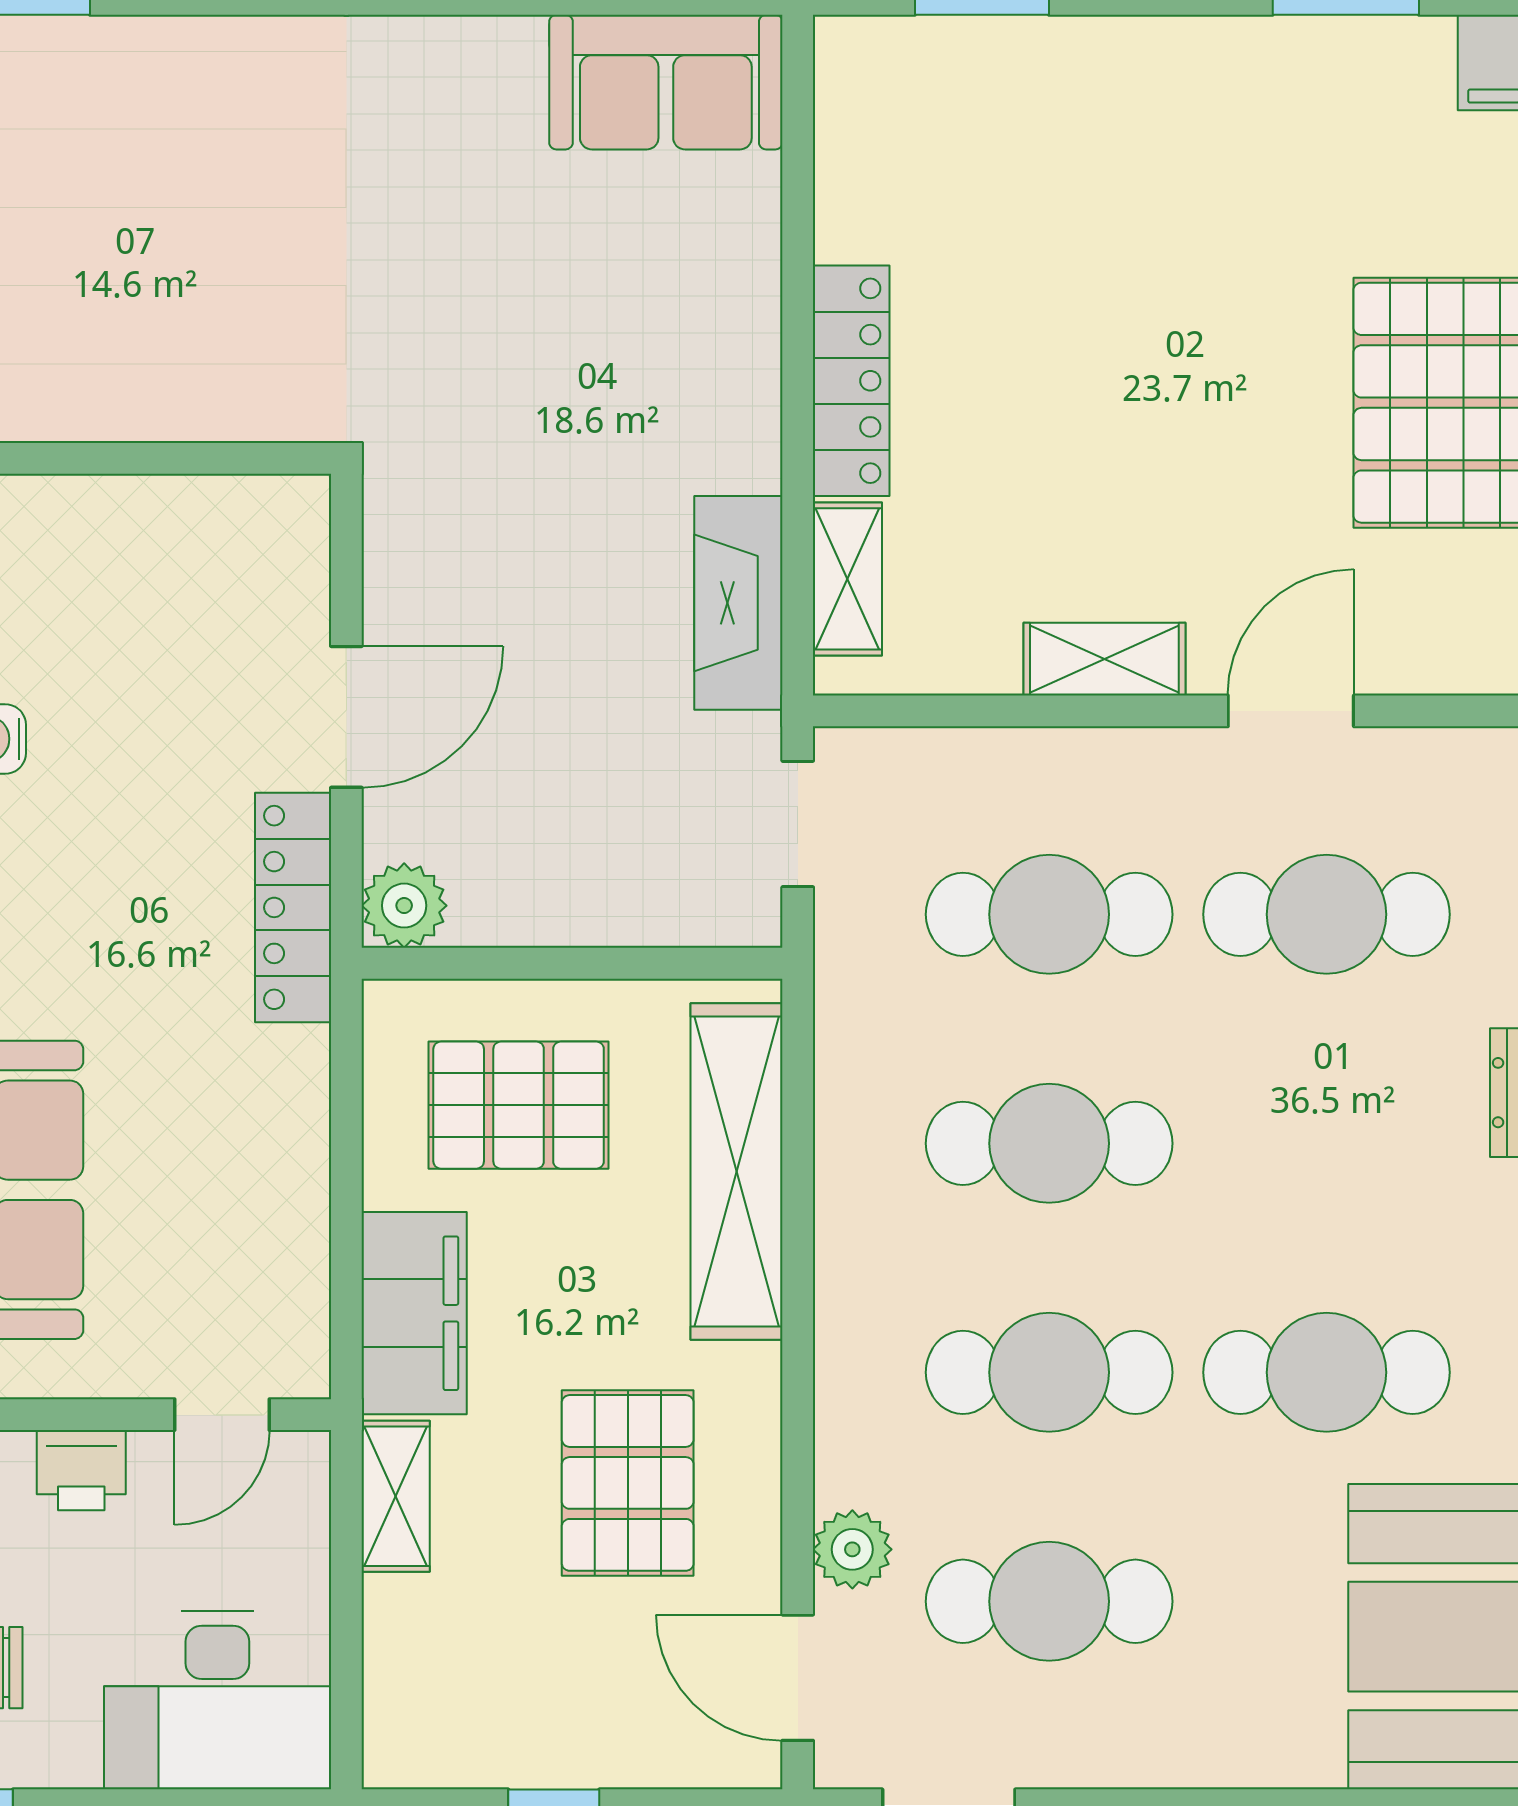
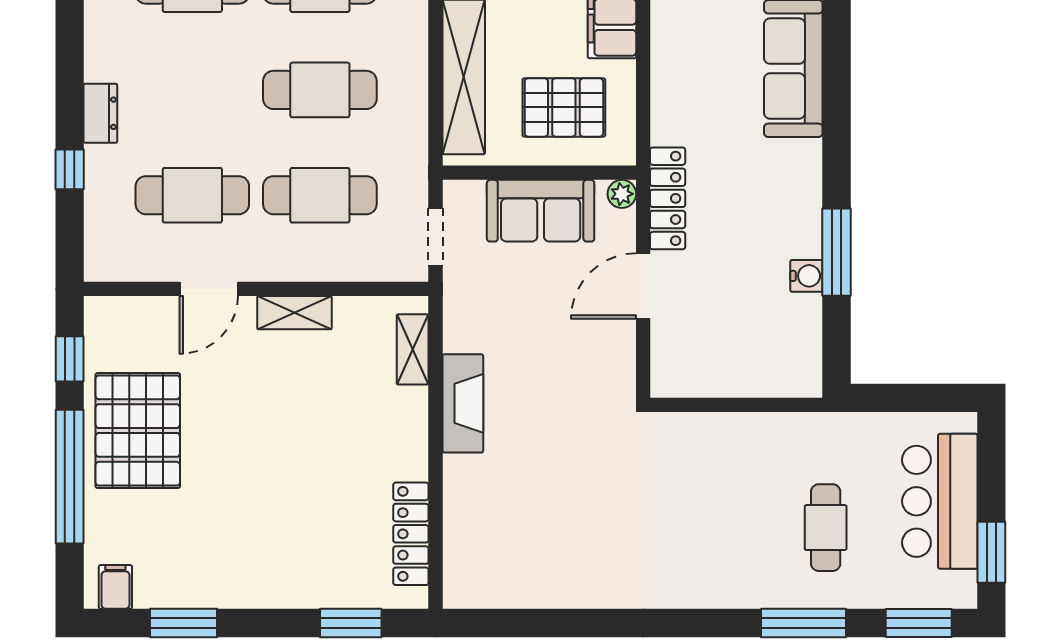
sofa: (666, 82) -> (541, 211), moved, turned 180
locker: (851, 381) -> (411, 534), moved
fireplace: (738, 603) -> (463, 403), moved
plant: (404, 906) -> (622, 194), width x0.73, depth x0.73

